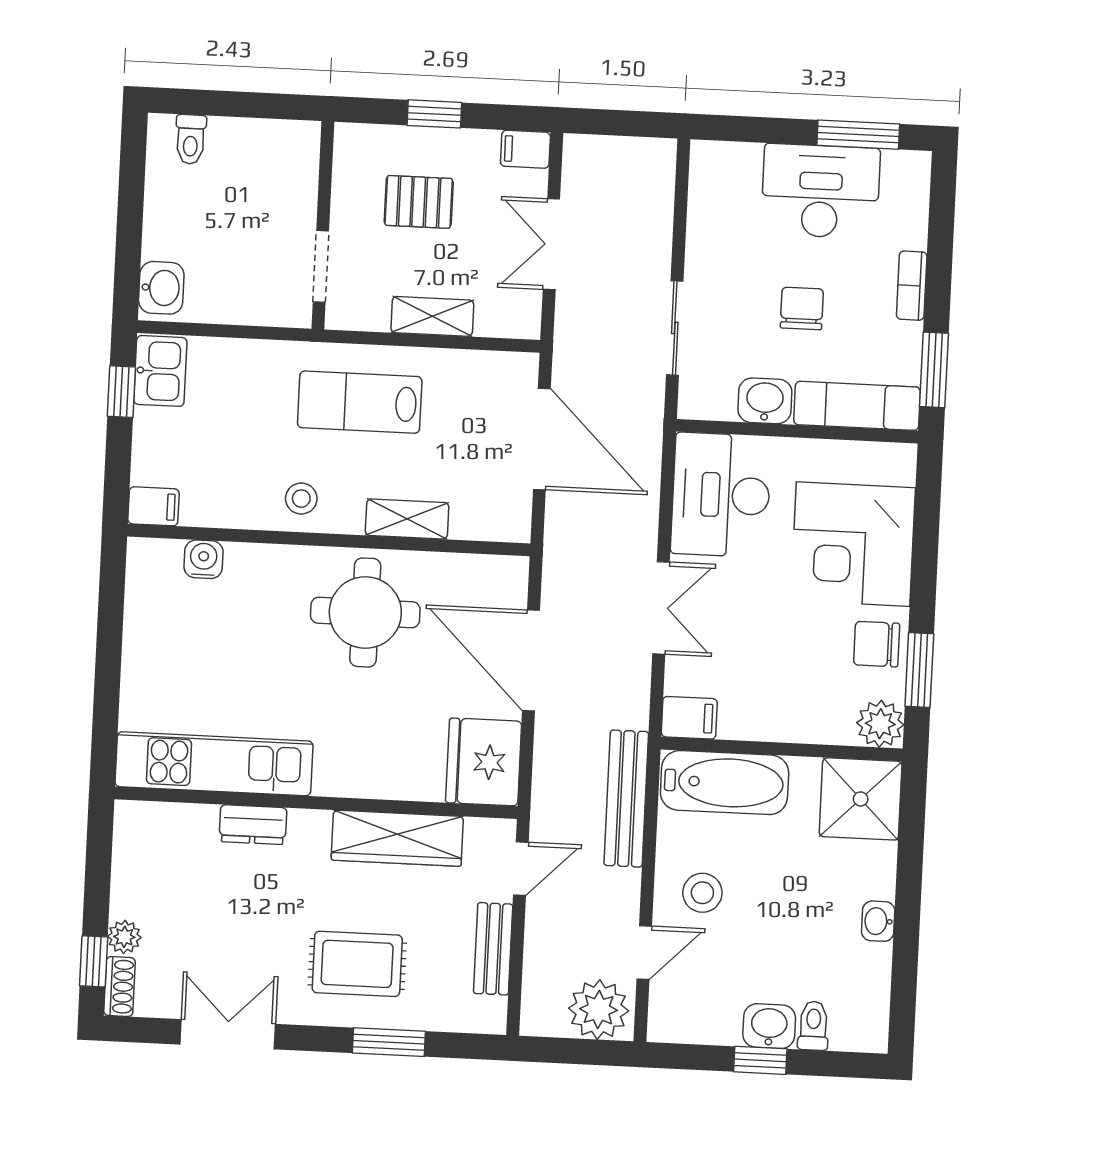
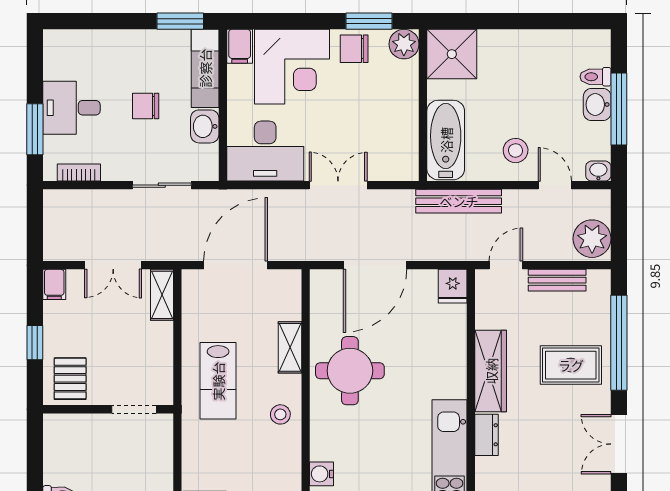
window: (858, 135) -> (35, 129), moved
desk: (821, 191) -> (71, 108), width x0.73
pallet: (419, 202) -> (70, 379), moved
bookcase: (912, 286) -> (79, 173), moved, turned 180
shelving: (432, 316) -> (162, 295), moved
chair: (877, 644) -> (354, 49), turned 90
filing cabinet: (689, 718) -> (240, 46), moved, turned 180
fridge: (484, 762) -> (453, 286), width x0.53, depth x0.75
wardrobe: (397, 838) -> (491, 371), moved
door: (521, 869) -> (506, 265), hinge flipped
washbasin: (878, 921) -> (598, 171), moved, turned 180
rug: (357, 964) -> (571, 365), turned 90
plant: (599, 1010) -> (592, 239), moved
window: (389, 1042) -> (619, 343), width x2.11
window: (760, 1060) -> (619, 109), width x2.17

